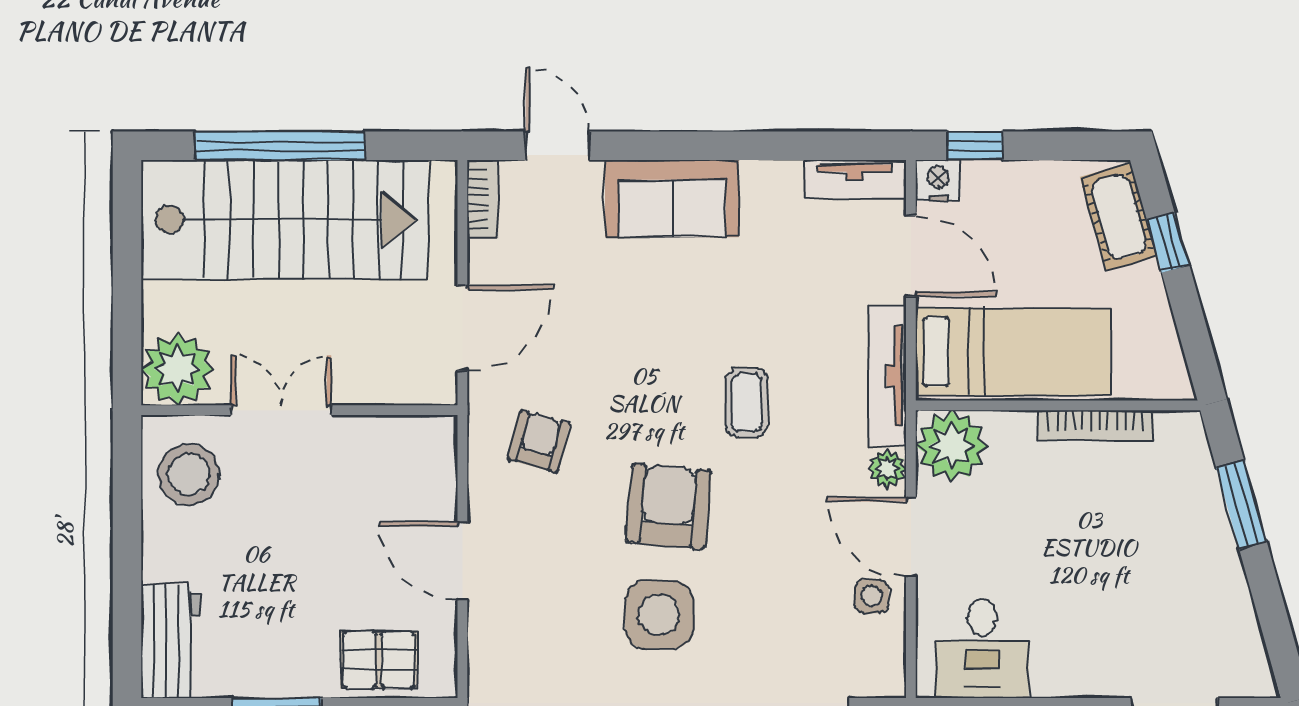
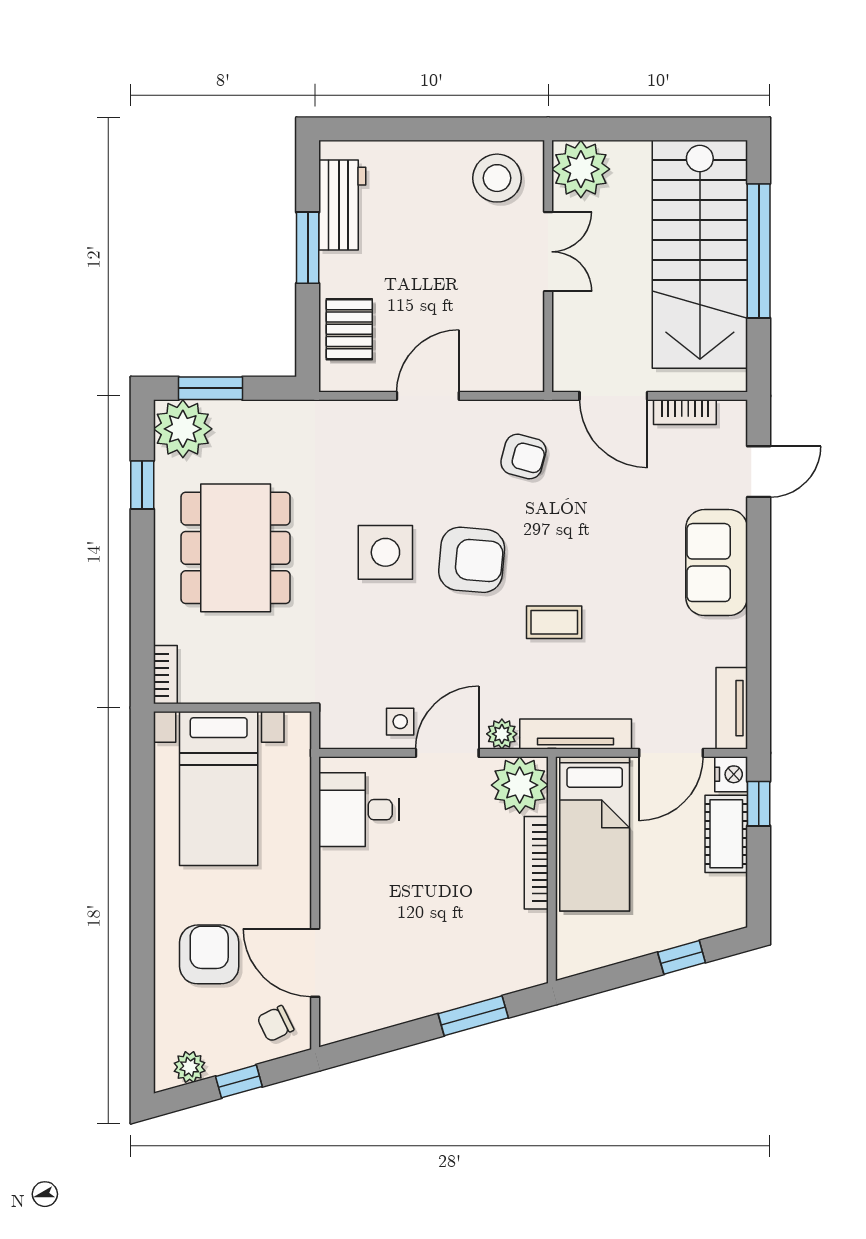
bookcase: (483, 199) -> (685, 412), moved
cot: (1119, 217) -> (726, 834), moved, turned -74
bookcase: (1095, 425) -> (536, 863), moved
workbench: (171, 641) -> (342, 205), moved, turned -90

